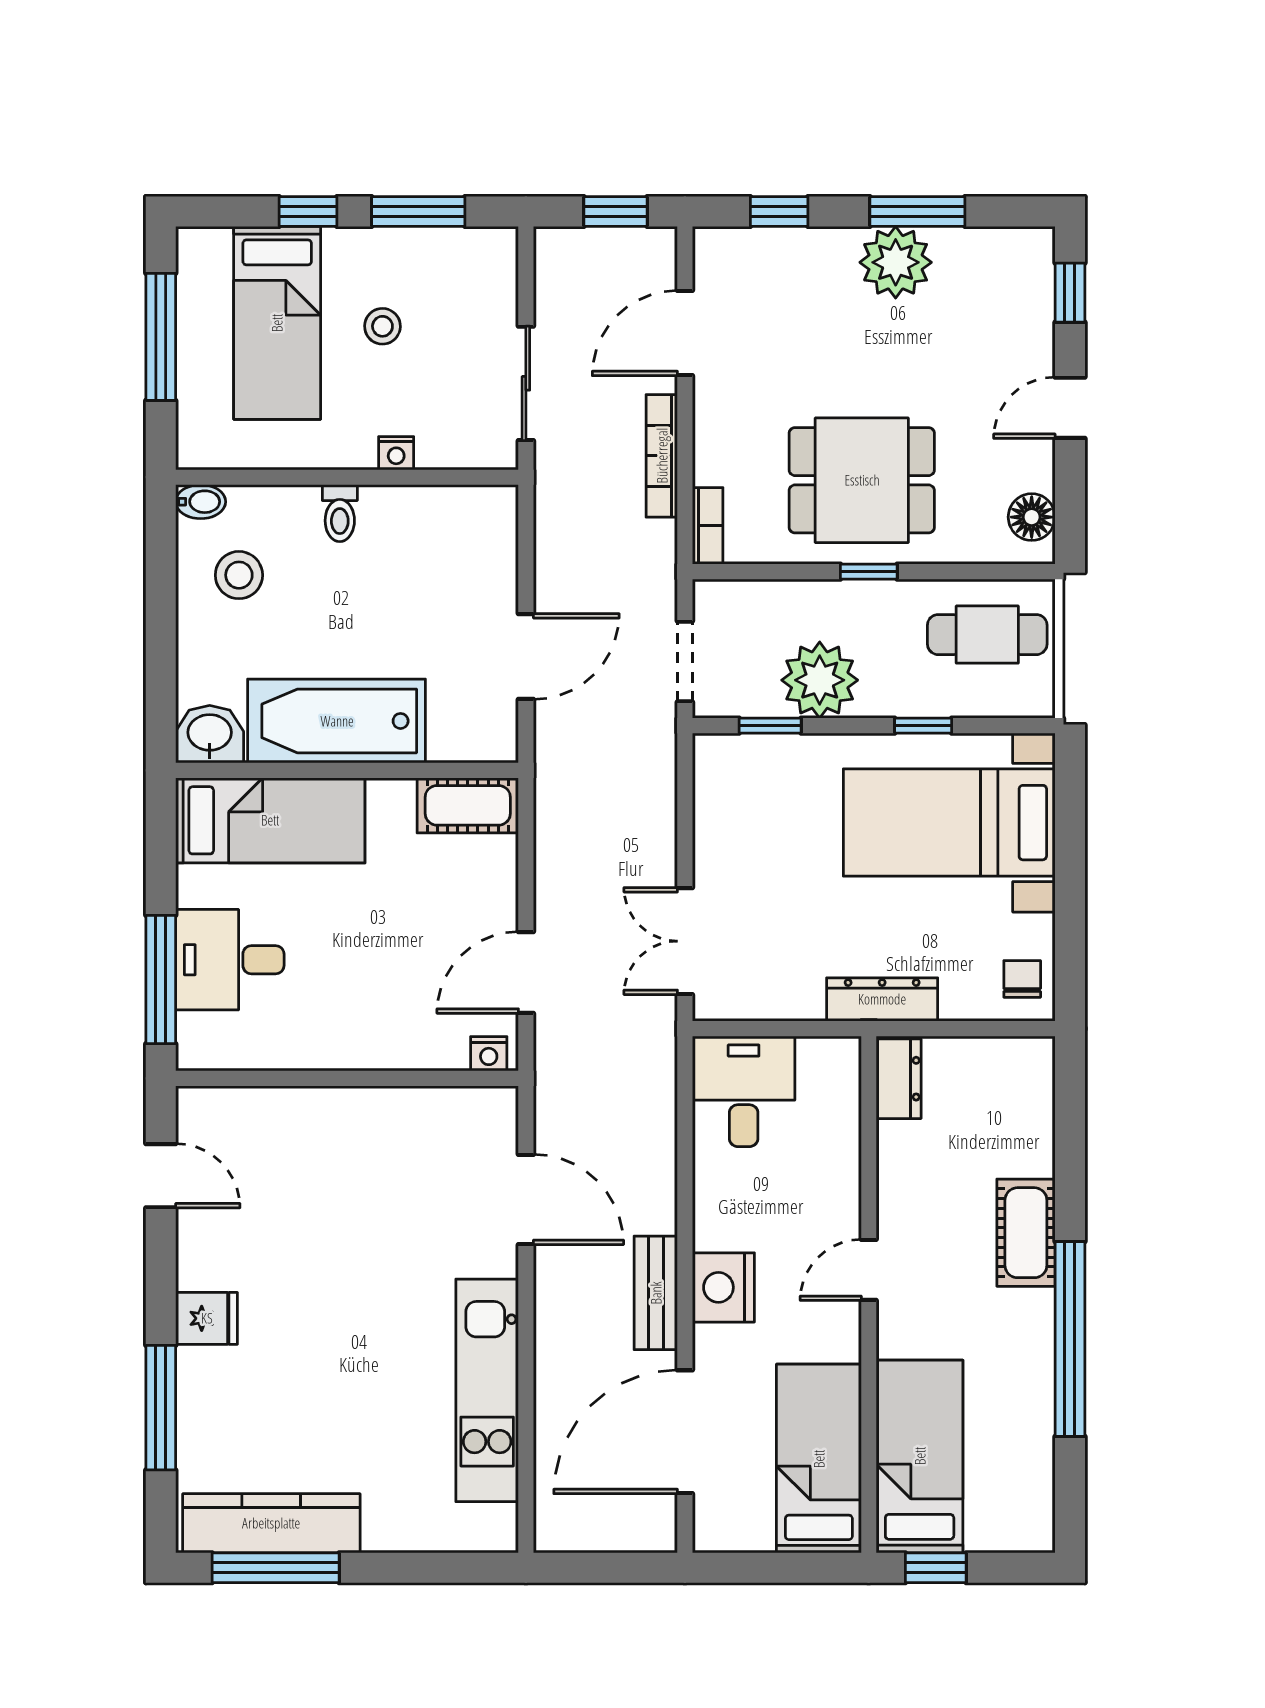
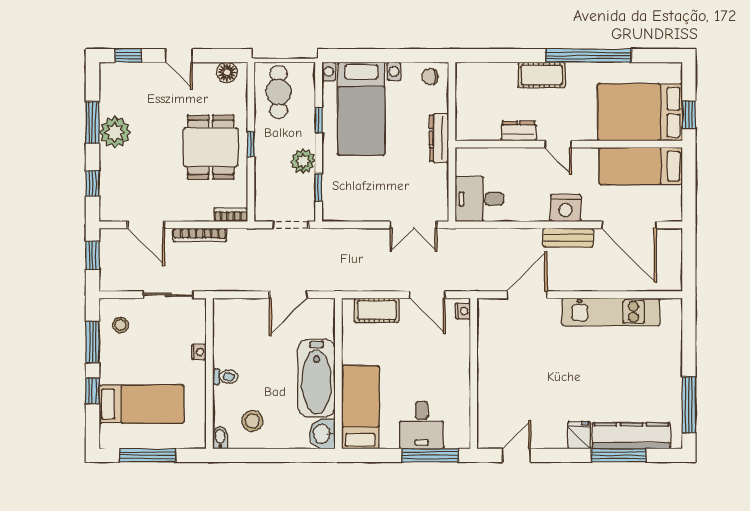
stool: (382, 326) -> (120, 325), moved
door: (526, 657) -> (288, 295), swing flipped
plant: (820, 680) -> (303, 161), width x0.73, depth x0.73
cot: (468, 805) -> (377, 310), moved, turned 90
dresser: (899, 1079) -> (519, 131), moved
bed: (920, 1456) -> (640, 112), width x1.50
kitchen counter: (271, 1523) -> (631, 436), moved, turned 90

